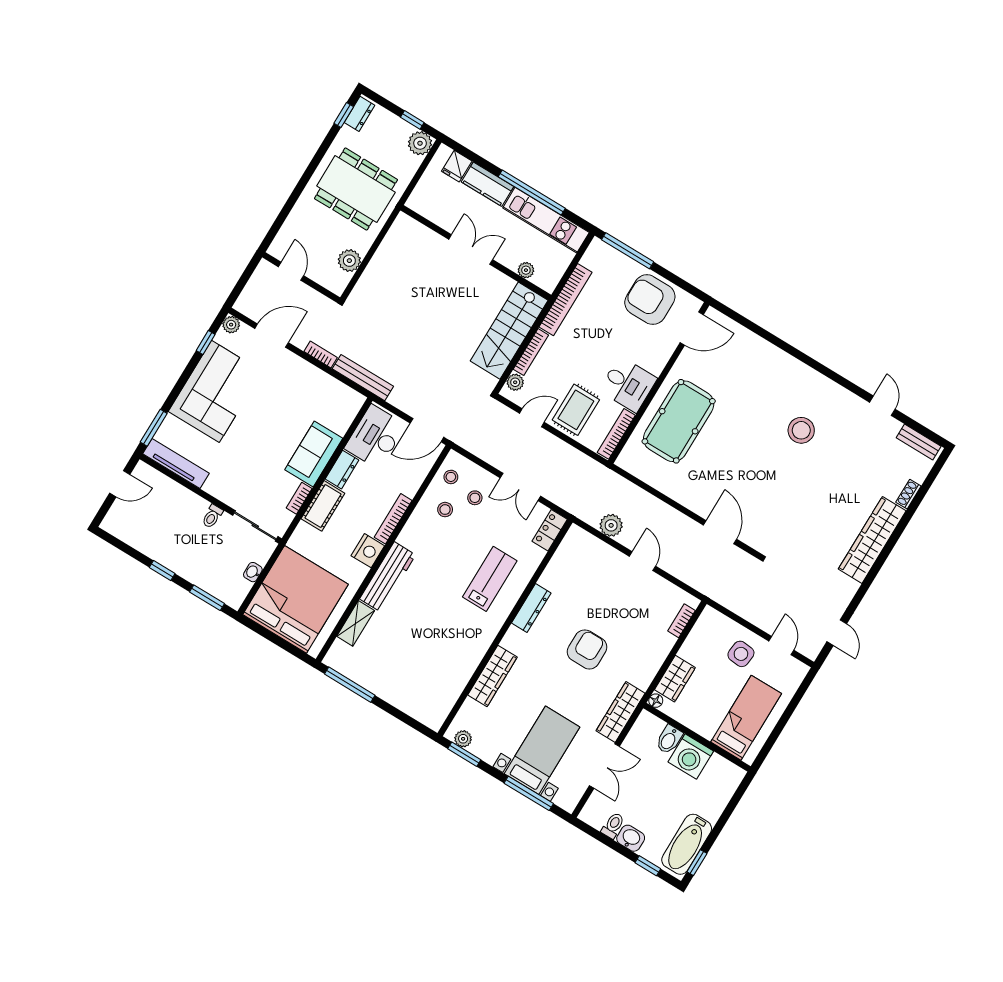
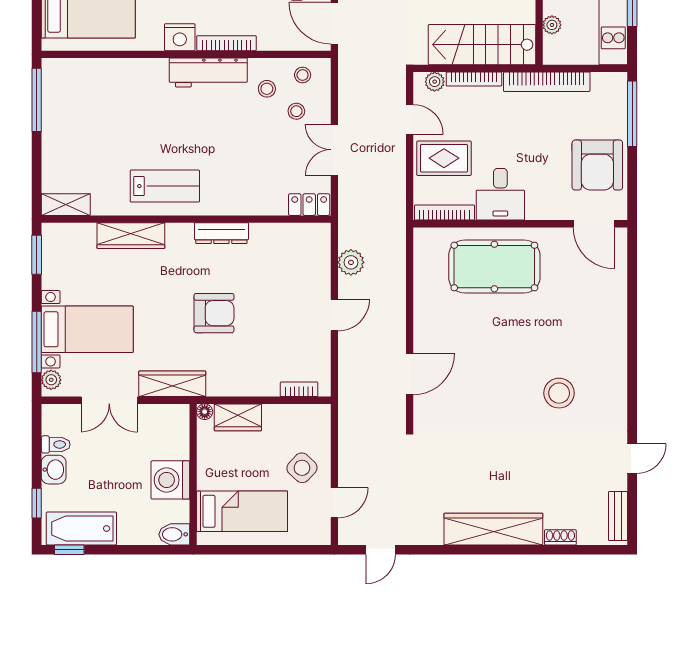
armchair: (650, 300) -> (597, 165), turned 180
workbench: (388, 577) -> (208, 72), moved
lab bench: (490, 579) -> (165, 186), moved
shelving: (356, 623) -> (66, 205), moved
side table: (741, 654) -> (302, 468), turned 37
plant: (463, 739) -> (51, 380), moved
bidet: (669, 739) -> (174, 534), moved

